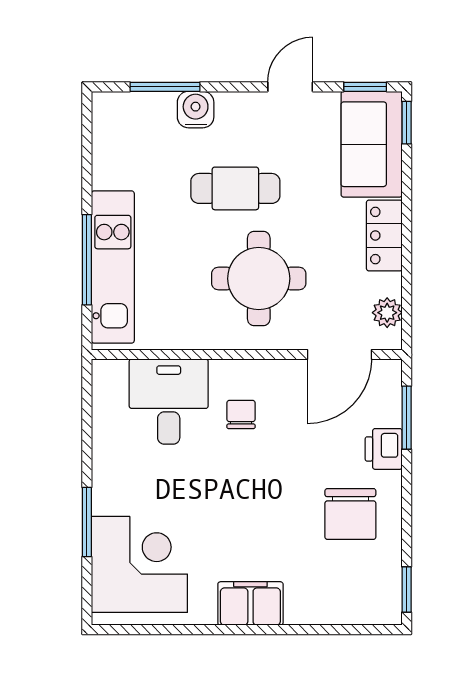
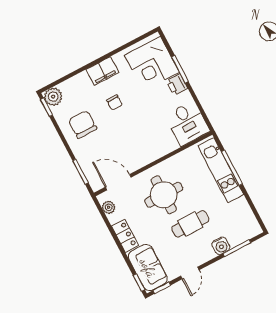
door: (339, 355) -> (118, 182), hinge flipped
desk: (169, 402) -> (187, 123), moved
chair: (241, 414) -> (114, 103), moved
printer: (384, 449) -> (177, 85), moved, turned 180
plant: (381, 604) -> (53, 97), added

